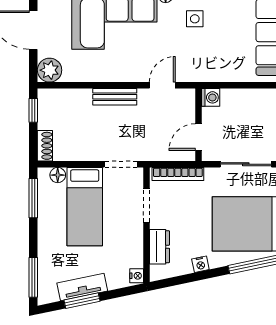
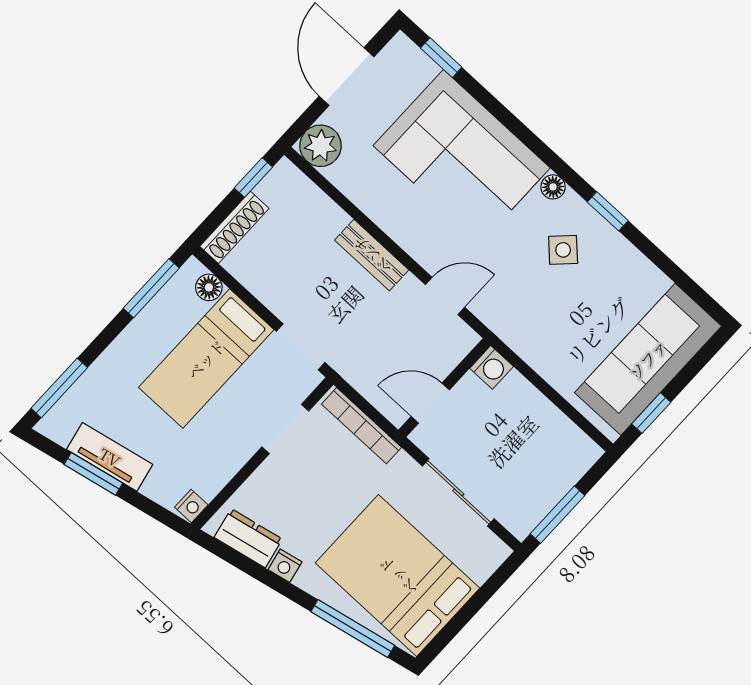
side table: (195, 19) -> (563, 250), turned 45
shoe rack: (45, 146) -> (234, 227), width x1.43
dresser: (159, 247) -> (248, 538), moved, turned -102

